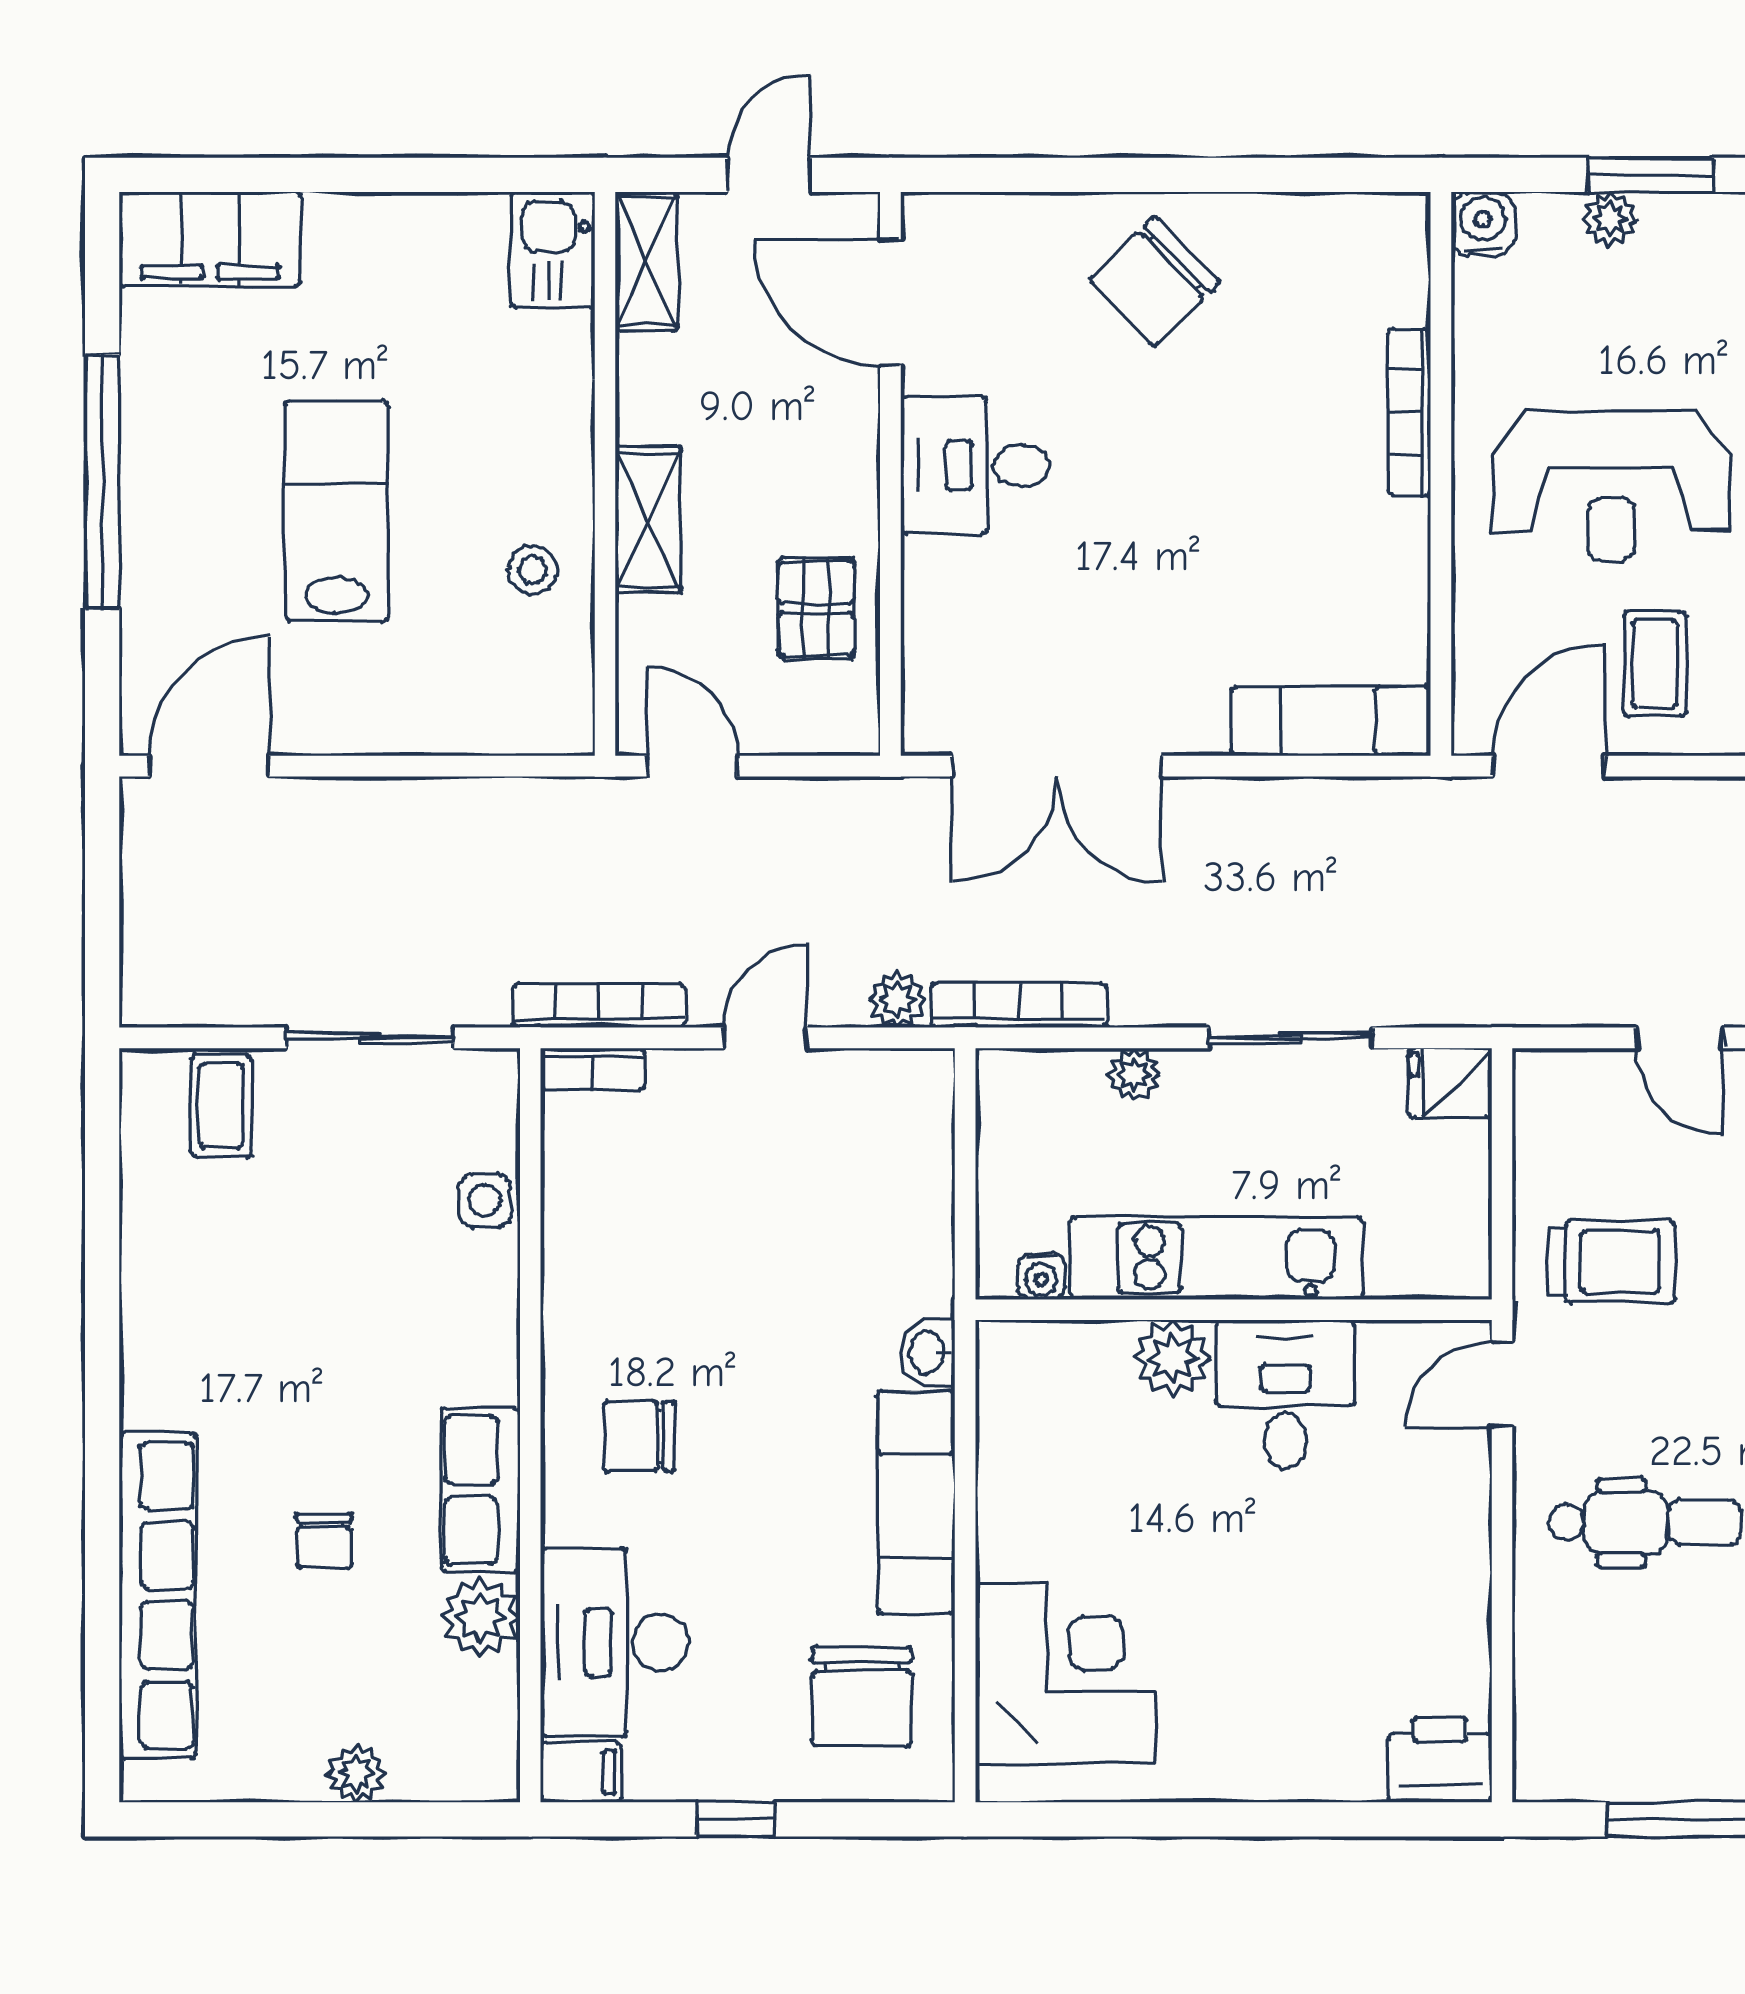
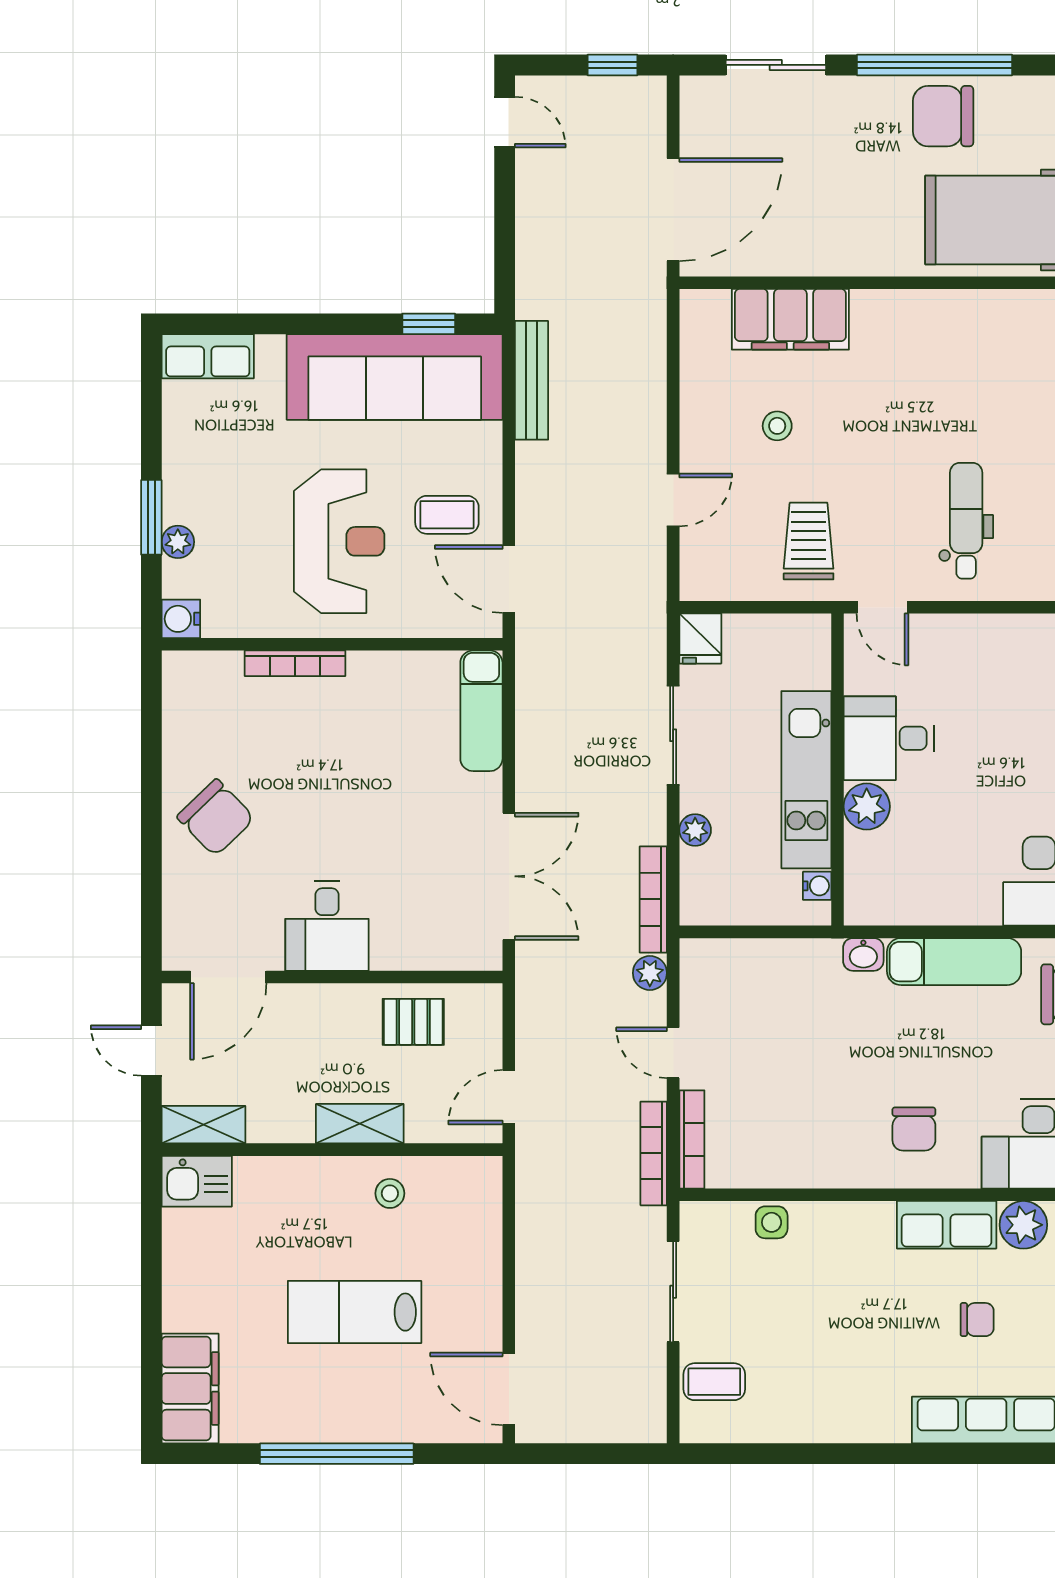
bookcase: (593, 1069) -> (692, 1139), width x1.56

